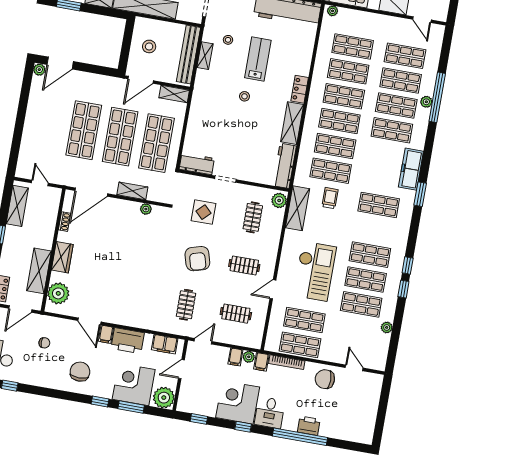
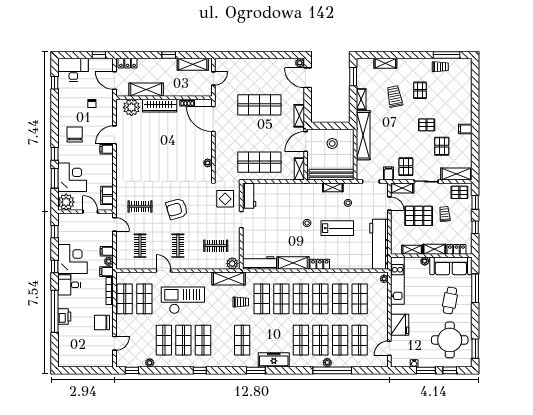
door: (141, 80) -> (306, 142), hinge flipped
shop shelf: (120, 137) -> (259, 134), removed
shelving: (132, 191) -> (299, 116), moved
display table: (204, 212) -> (225, 199), moved
wardrobe: (62, 257) -> (160, 106), width x1.50
checkout: (315, 271) -> (183, 300), turned 180
window: (403, 289) -> (132, 370), moved
printer: (128, 341) -> (105, 167), removed
chair: (80, 372) -> (75, 134), turned -90
chair: (325, 379) -> (102, 322), turned -90

